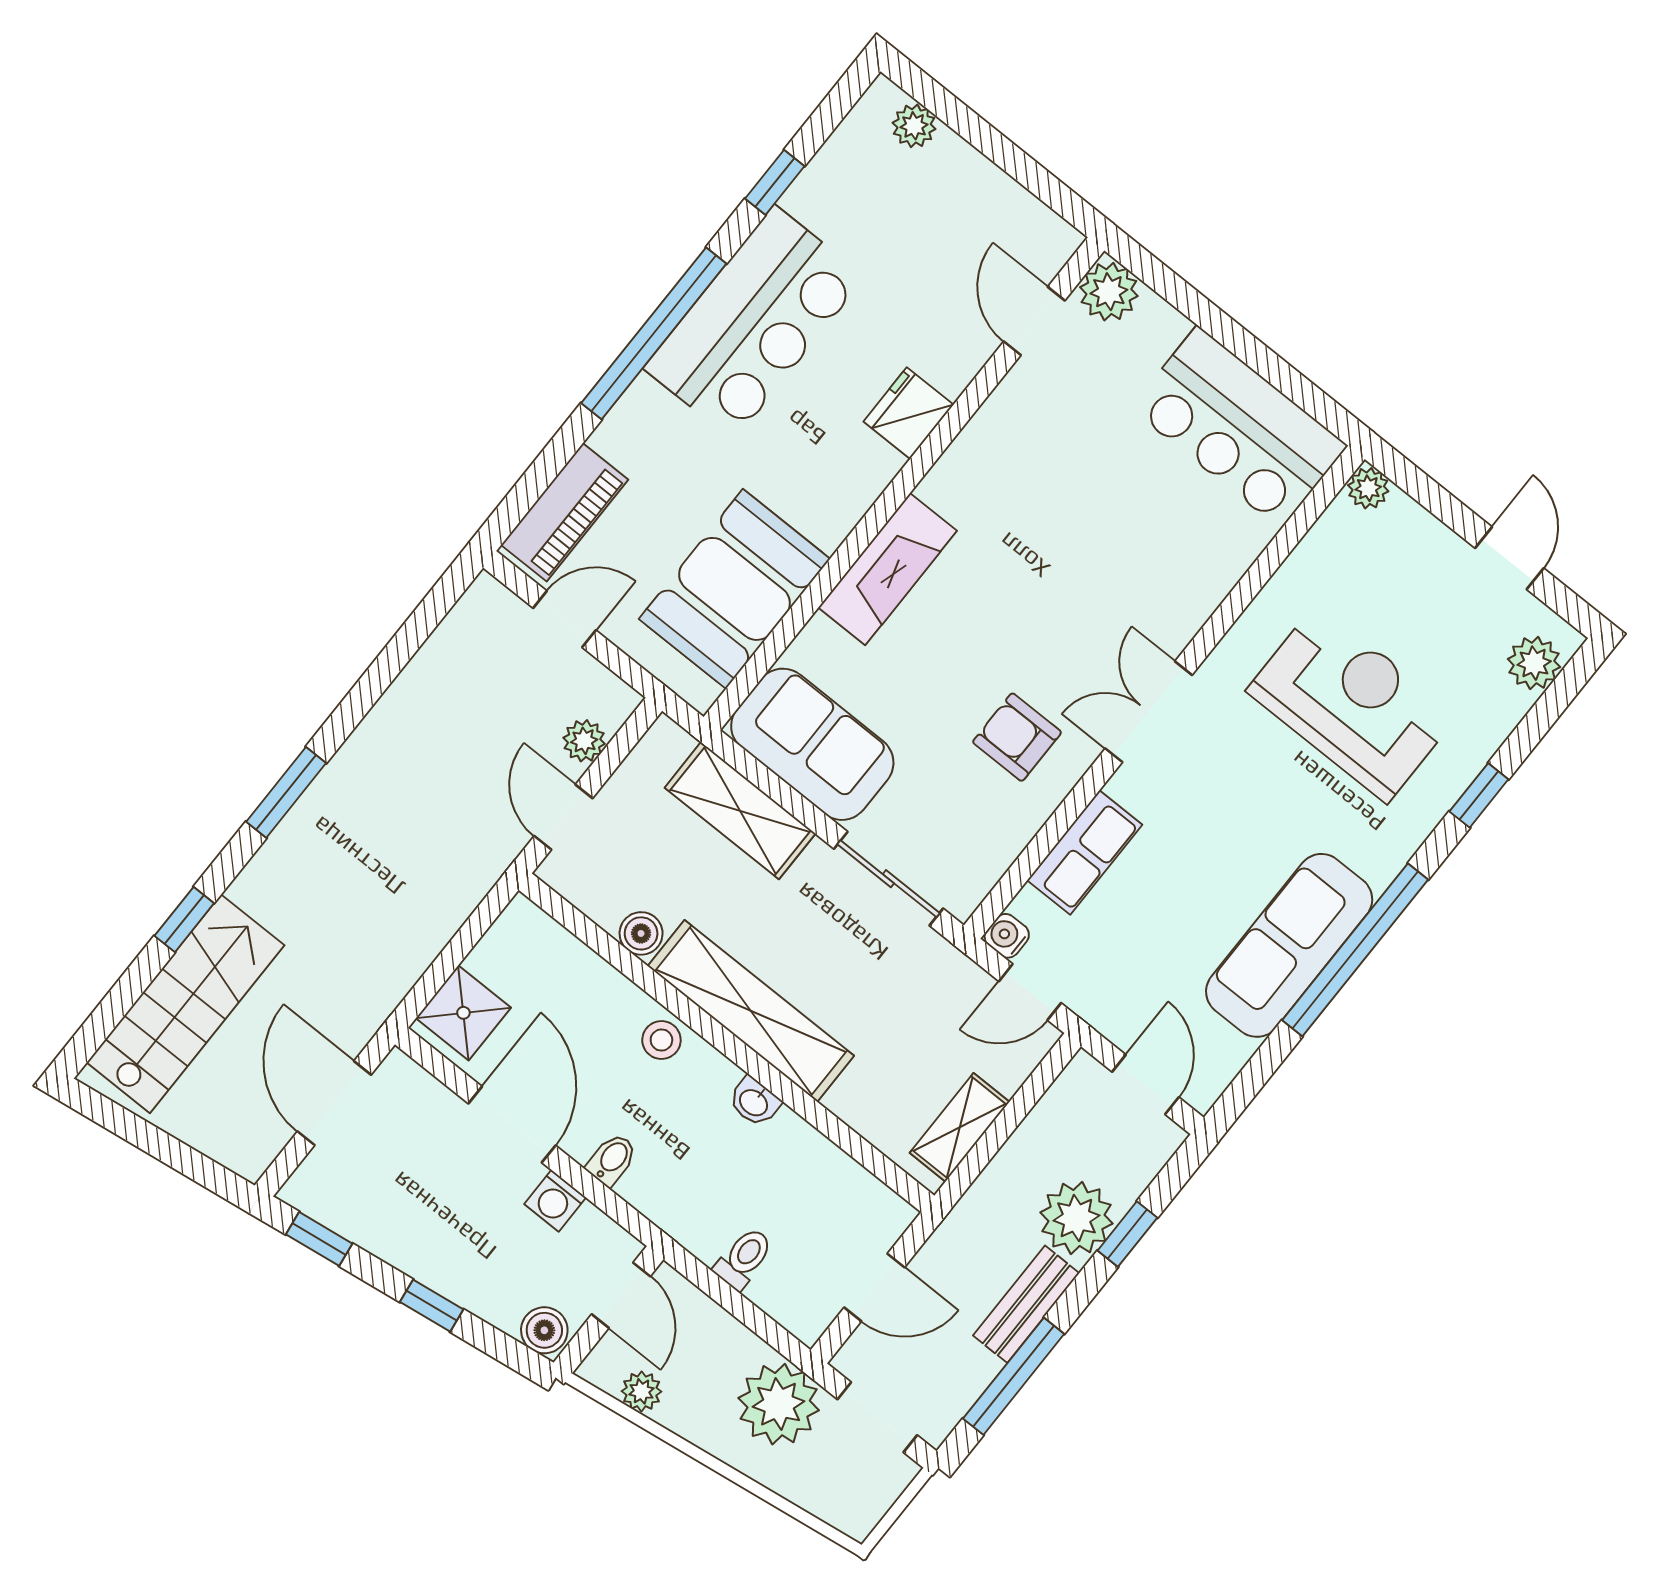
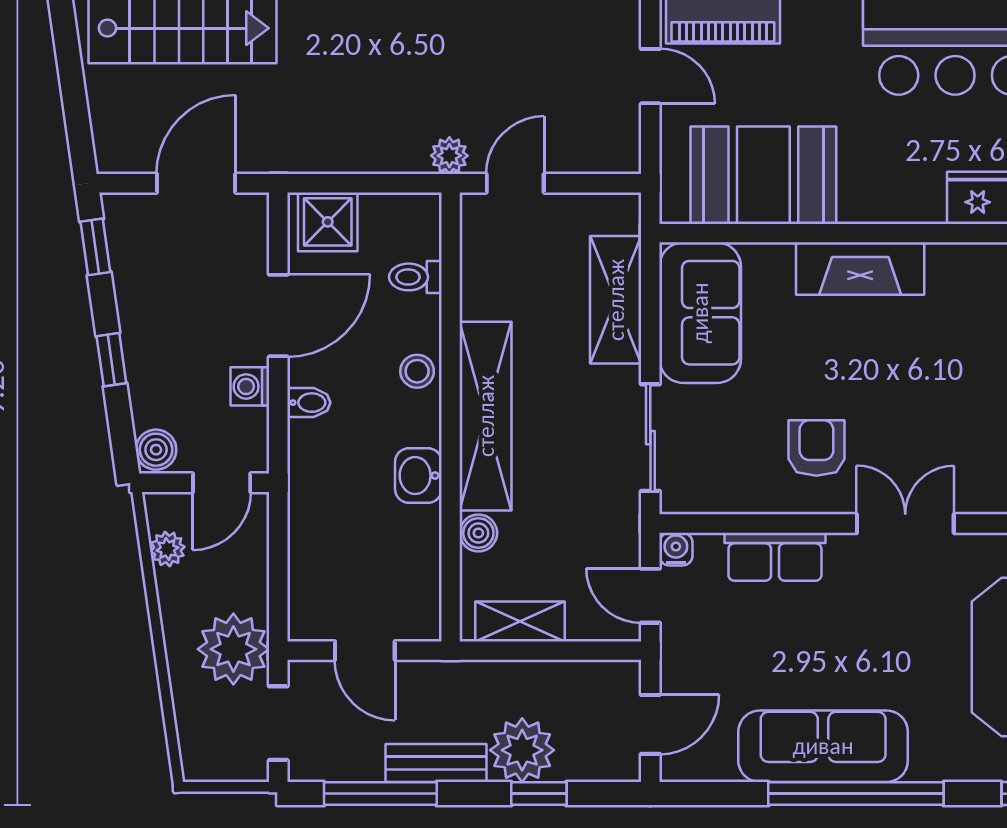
plant: (584, 741) -> (449, 156), moved
boiler: (641, 933) -> (478, 533), moved
washbasin: (754, 1102) -> (418, 476), width x1.38, depth x1.45
toilet: (744, 1258) -> (415, 277), moved, turned 180

